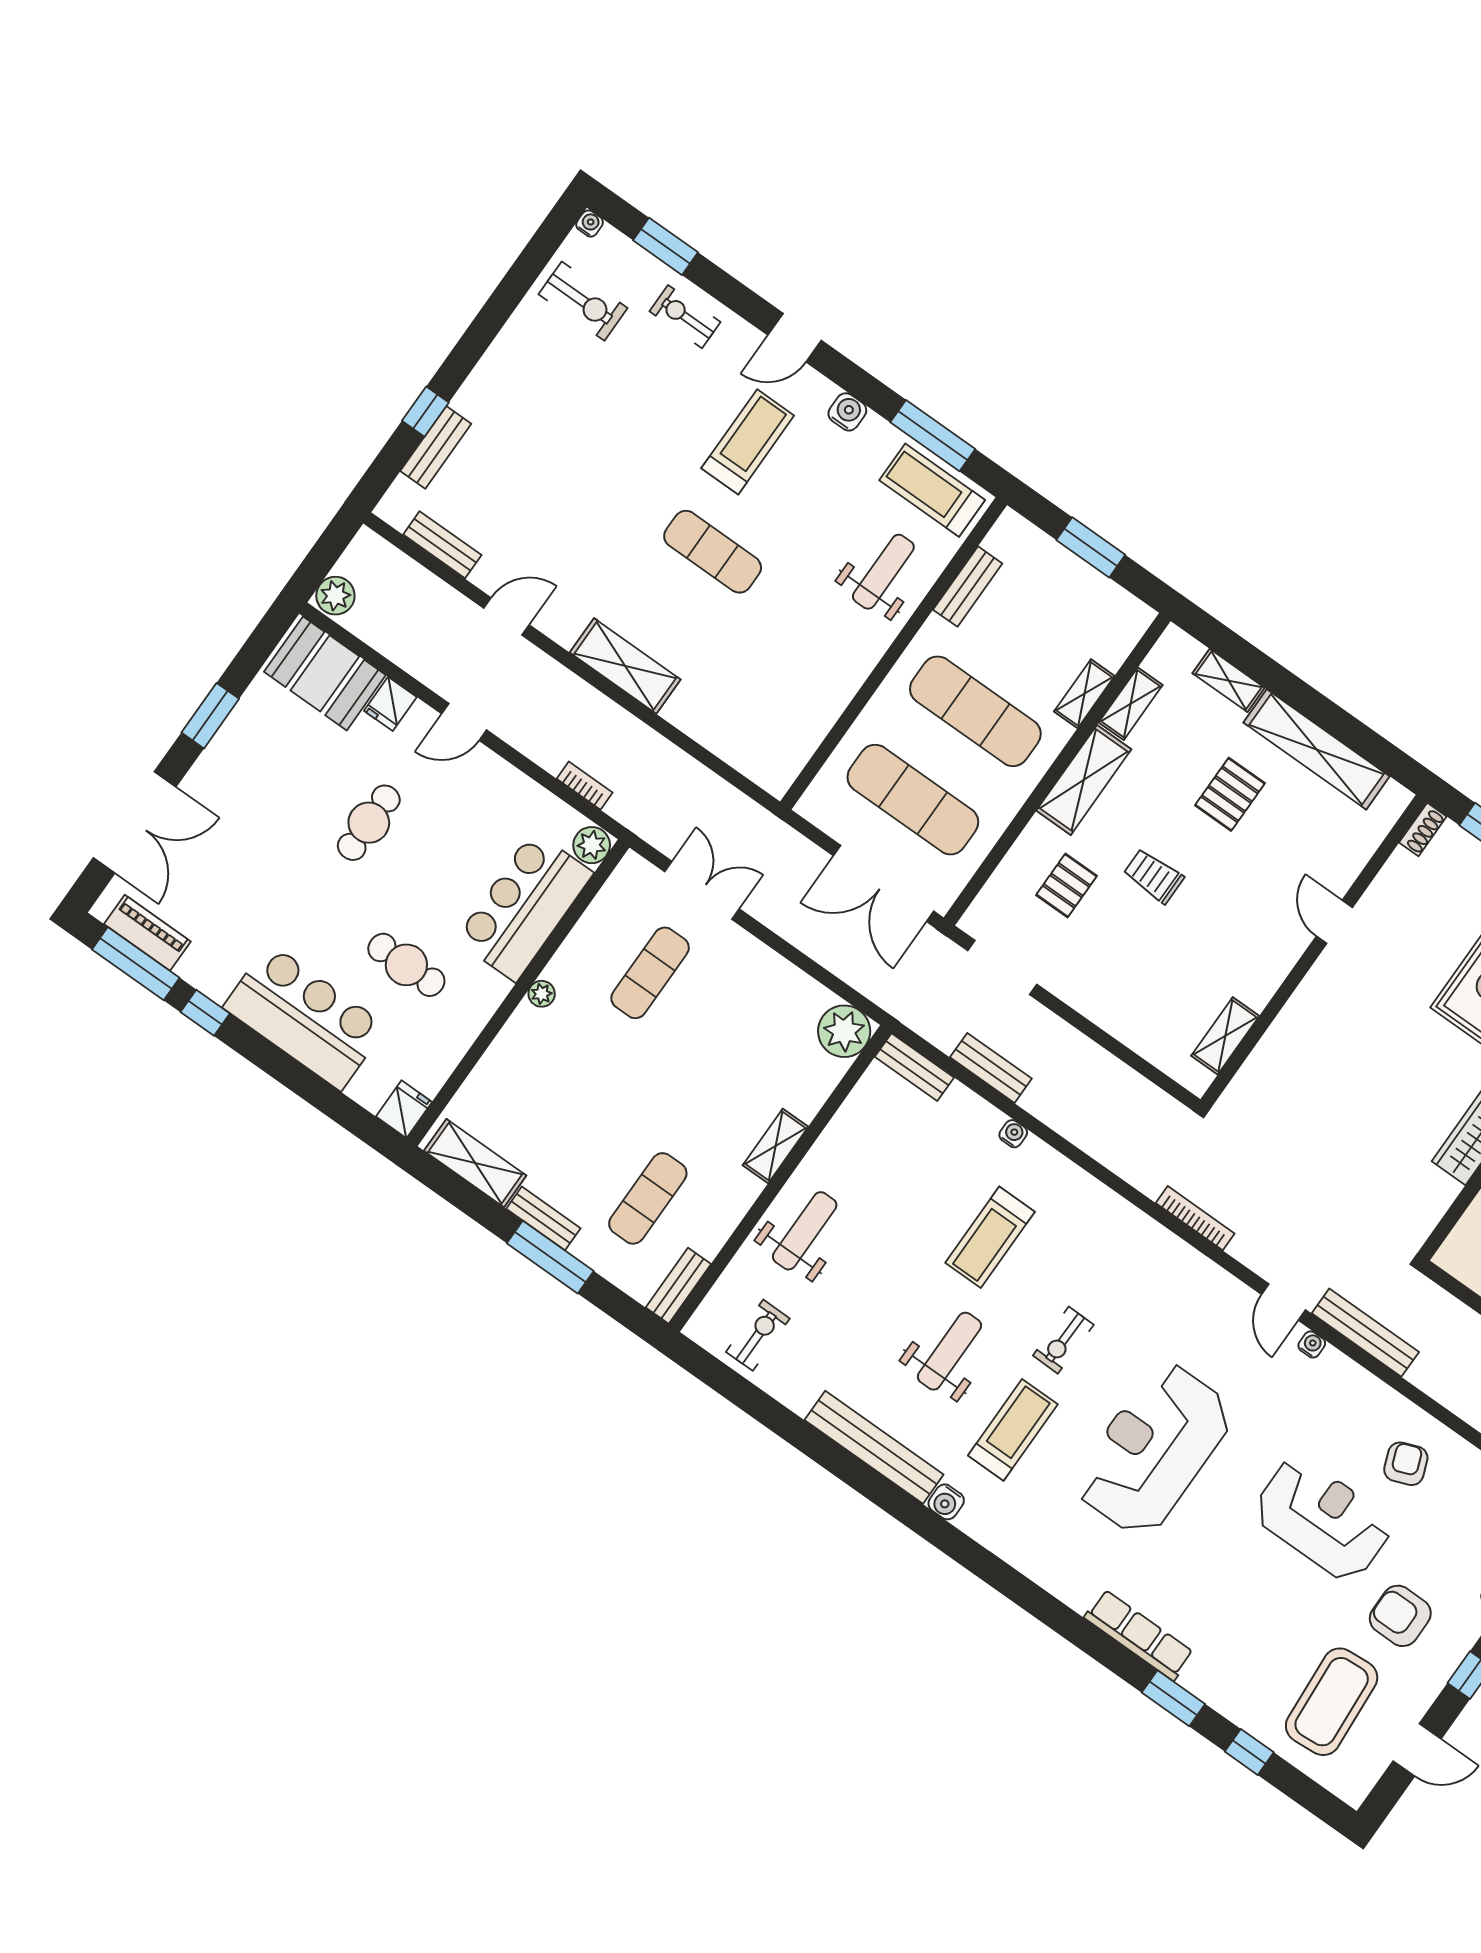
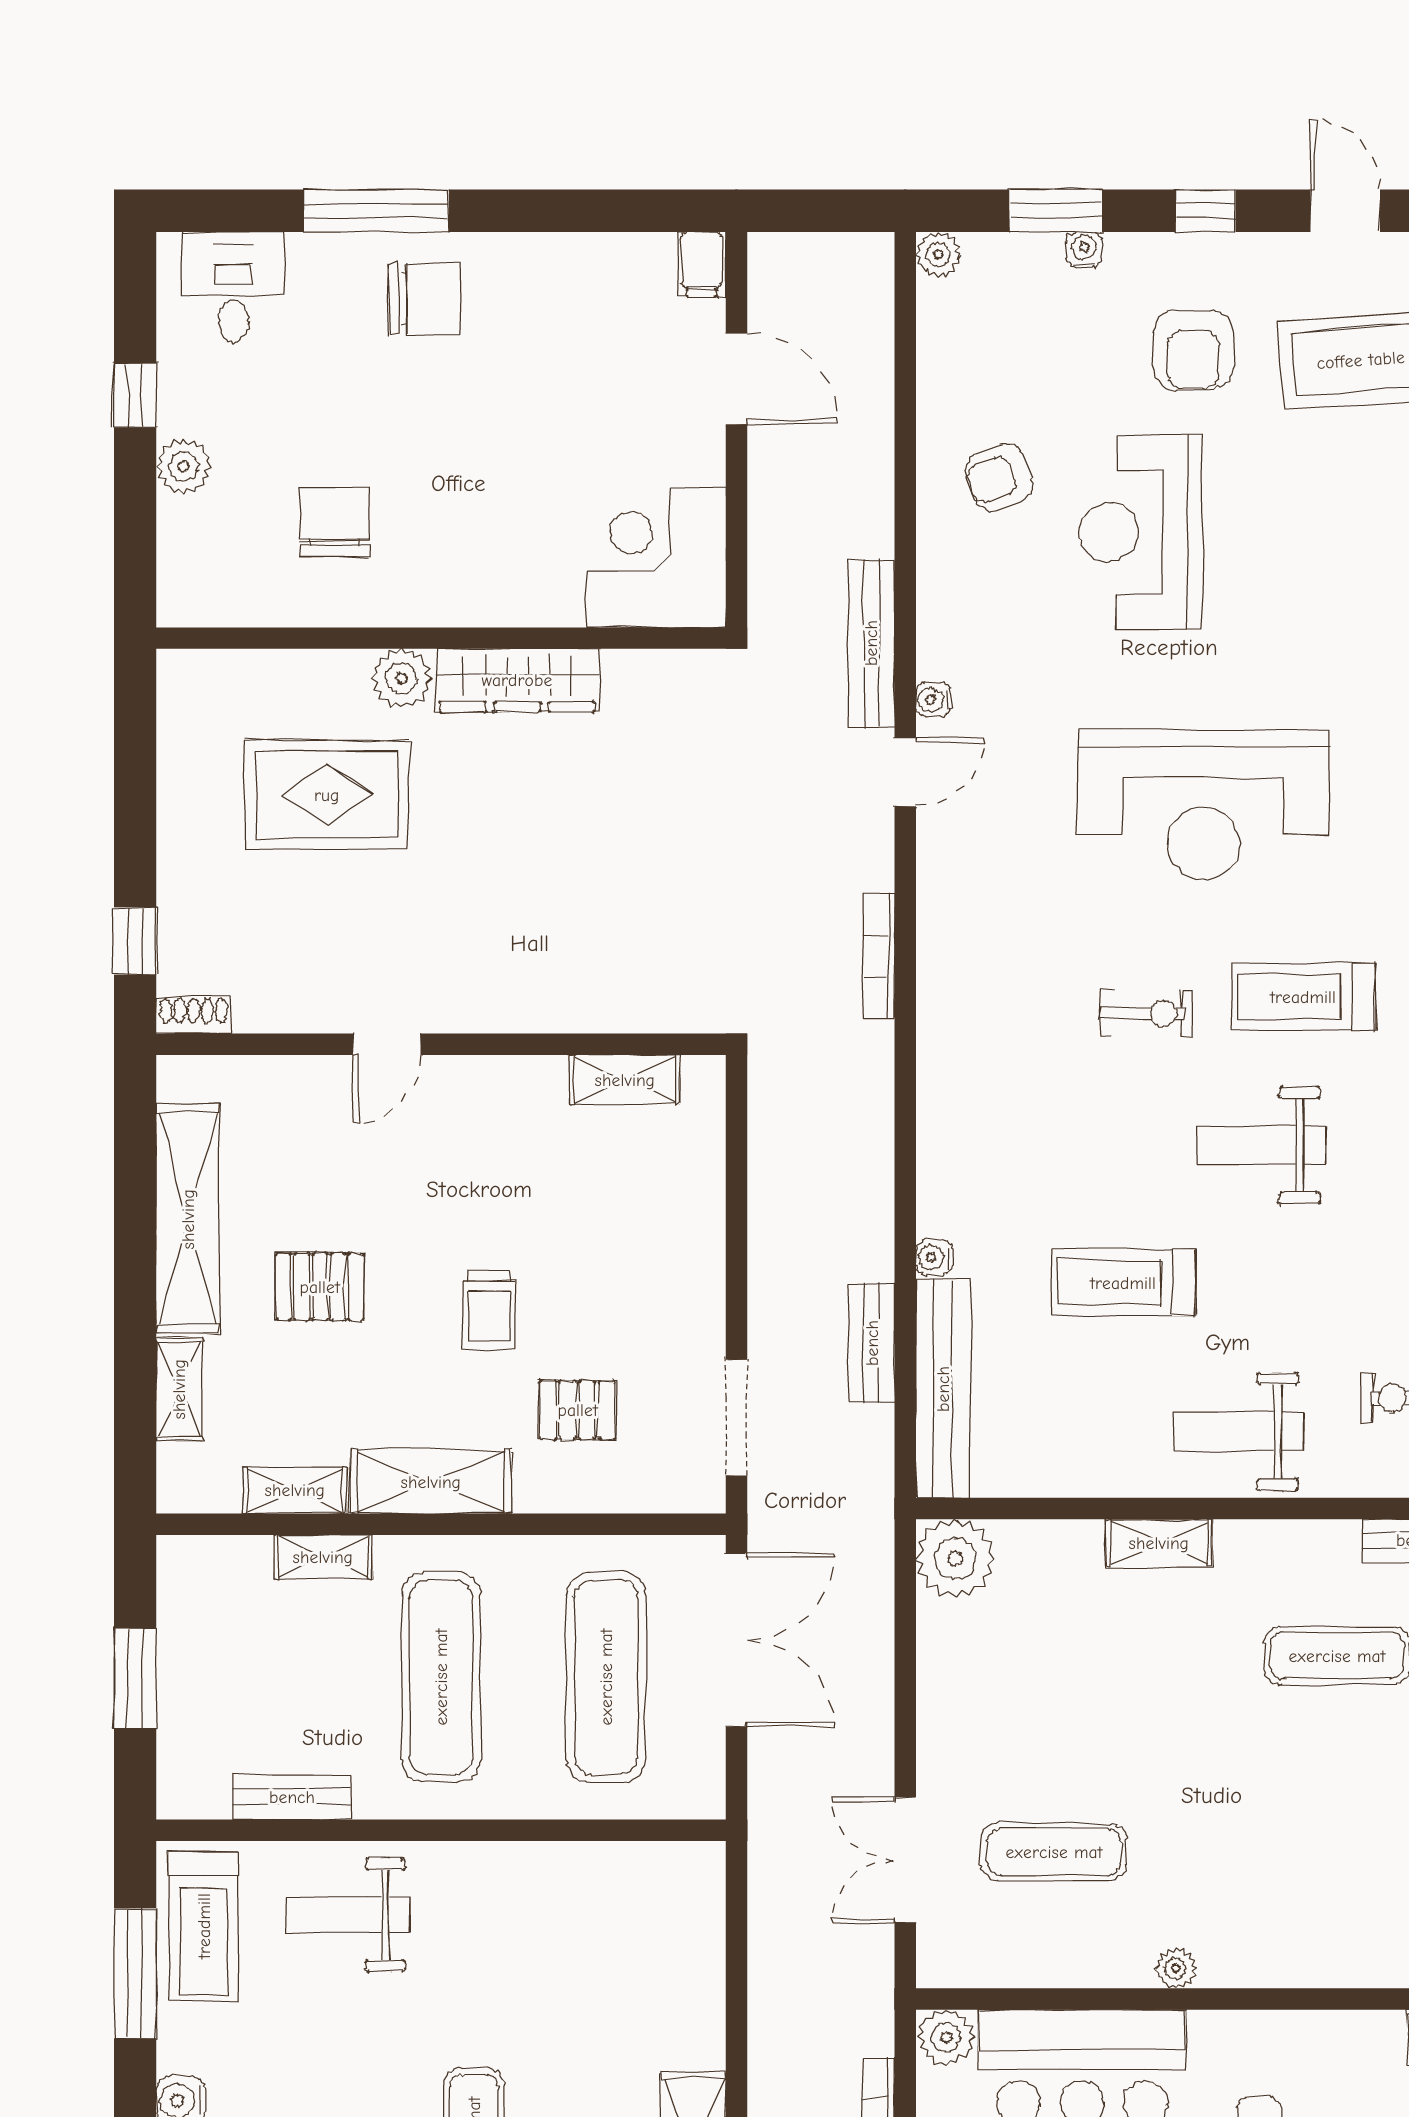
bench: (914, 1067) -> (943, 1389), width x1.86, depth x1.21
treadmill: (990, 1237) -> (1123, 1283), moved, turned 180

